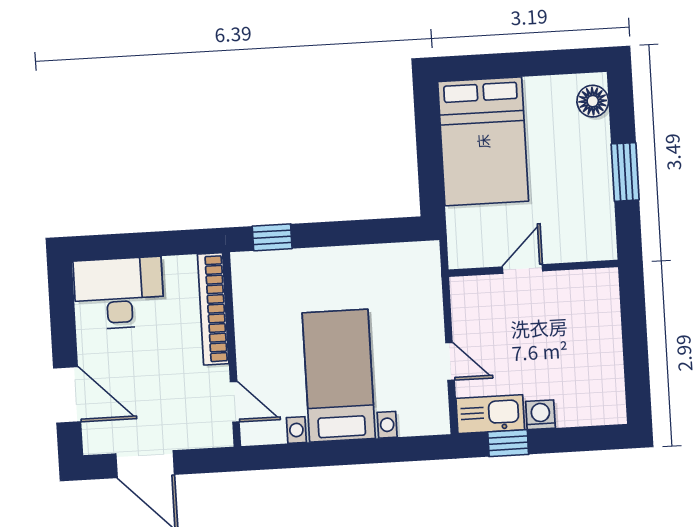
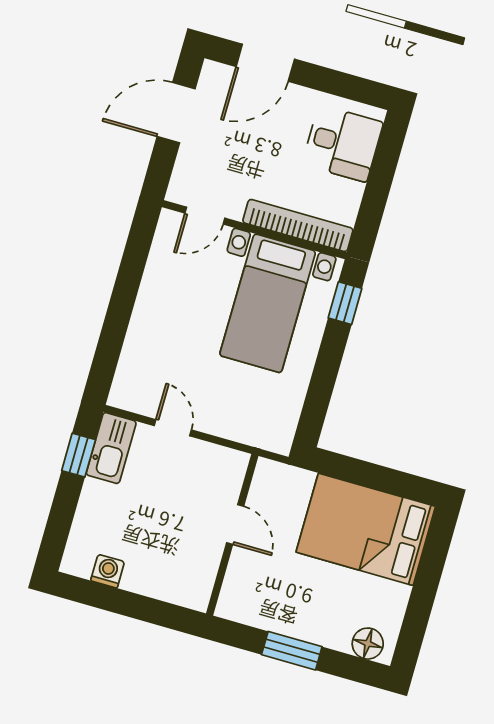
desk: (119, 293) -> (343, 143), width x0.73
door: (450, 361) -> (173, 428), swing flipped
bed with nightstands: (339, 376) -> (268, 303), moved, turned 90
washing machine: (540, 415) -> (108, 571), moved, turned -90

